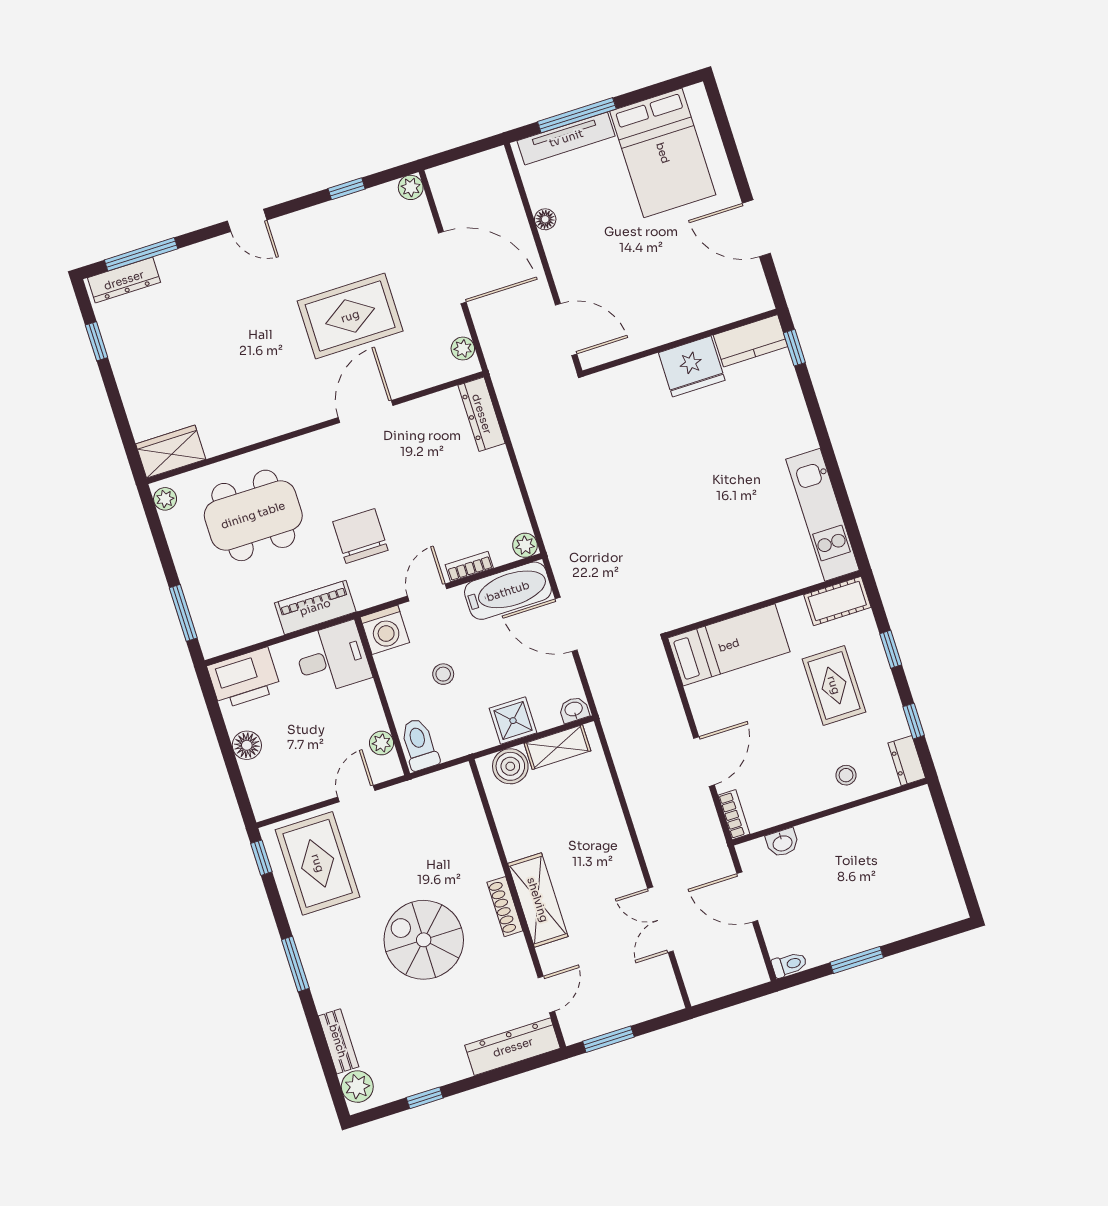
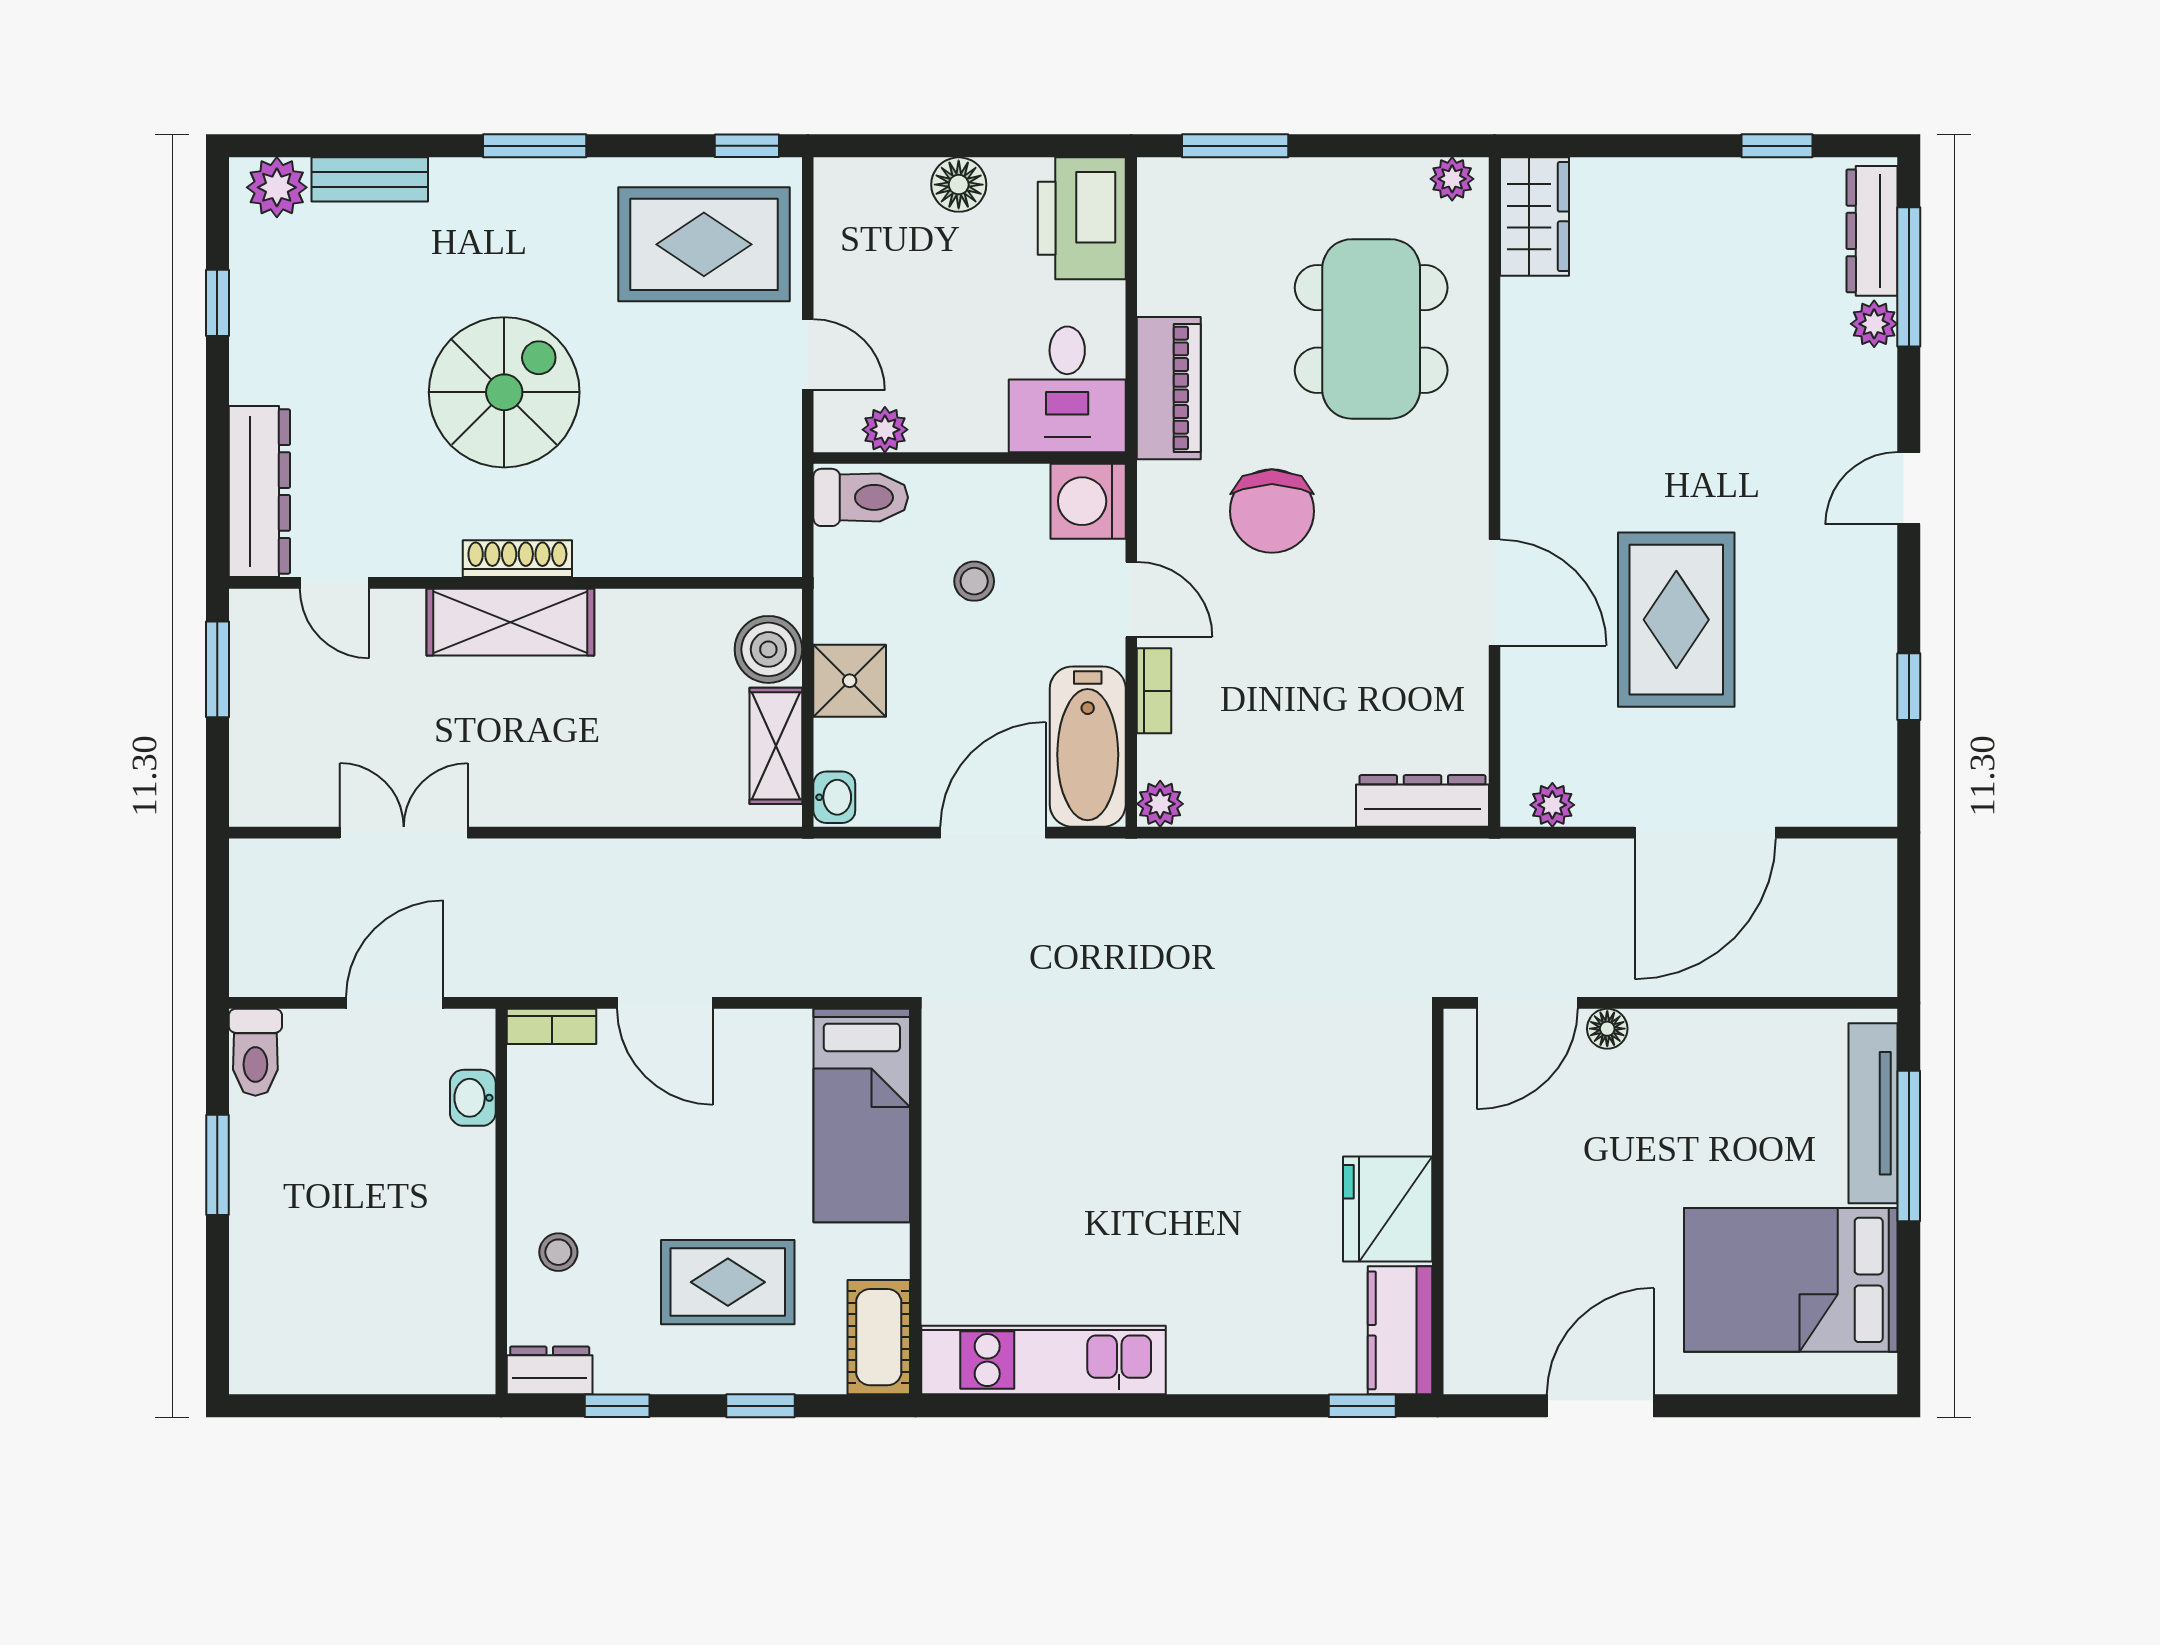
plant: (411, 187) -> (1874, 324), moved
floor lamp: (545, 219) -> (1607, 1029), moved
chair: (360, 536) -> (1272, 511), turned 90
toilet: (789, 965) -> (255, 1052), width x1.37, depth x1.39

